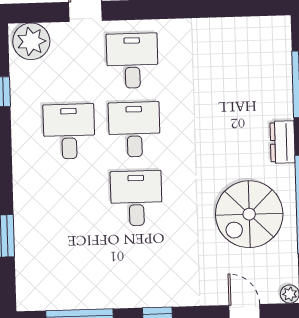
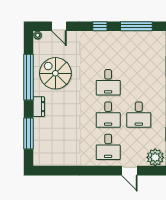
spiral stairs: (249, 214) -> (55, 73), turned -90

